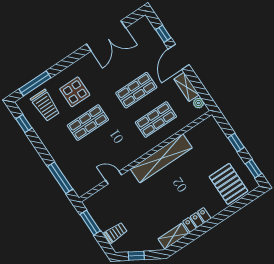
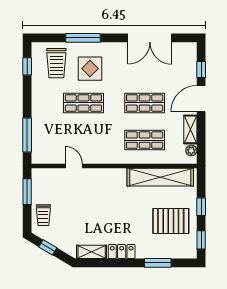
window: (35, 83) -> (83, 38), moved
shelving: (161, 158) -> (160, 177), moved
pallet: (228, 184) -> (171, 221), moved, turned 90
window: (231, 210) -> (158, 263), added
trolley: (116, 233) -> (43, 215), turned 90

